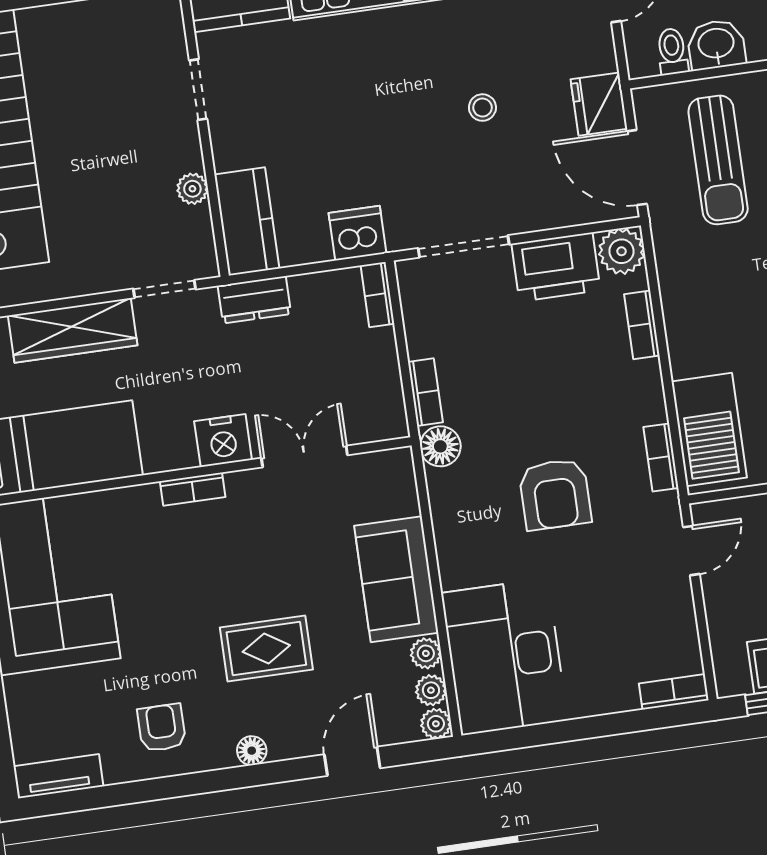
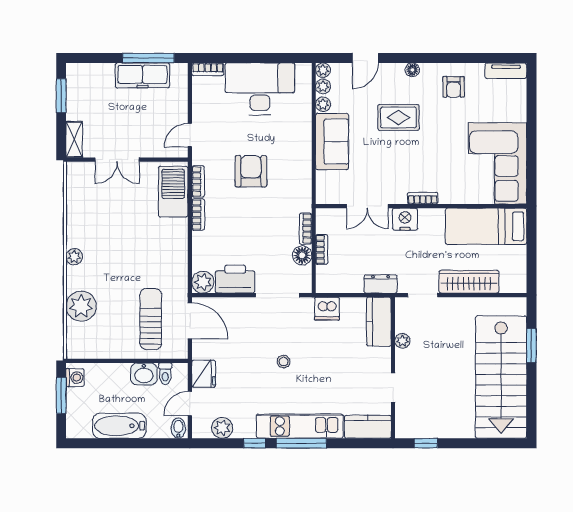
fridge: (599, 104) -> (204, 374), moved
stool: (482, 108) -> (284, 361), moved
bookcase: (378, 295) -> (322, 249), moved
bookcase: (642, 325) -> (198, 215), moved
floor lamp: (440, 446) -> (302, 255), moved
desk: (504, 657) -> (260, 89), moved, turned -90

